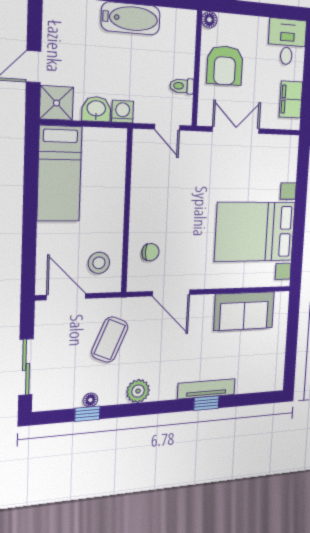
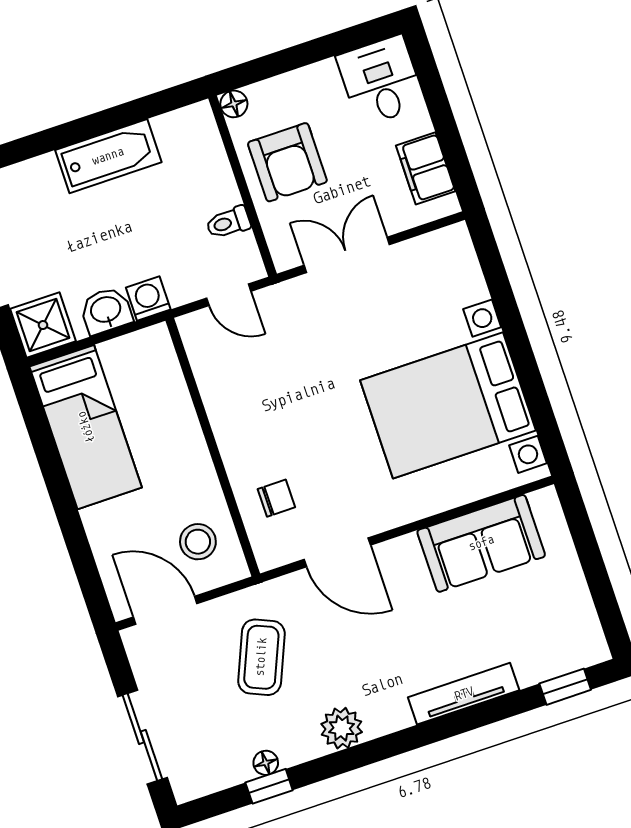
window: (206, 403) -> (565, 687), moved

